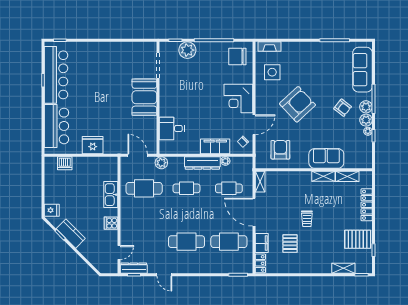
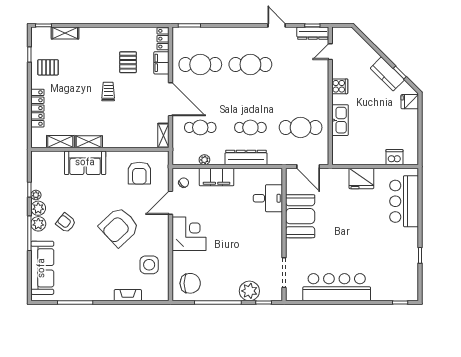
fireplace: (270, 47) -> (128, 295), moved
bar counter: (56, 75) -> (337, 287), moved, turned 90
booth: (144, 97) -> (300, 216), moved
plant: (161, 163) -> (280, 158), removed
dresser: (202, 163) -> (246, 157), moved
pallet: (358, 239) -> (48, 67), width x0.67, depth x0.71

